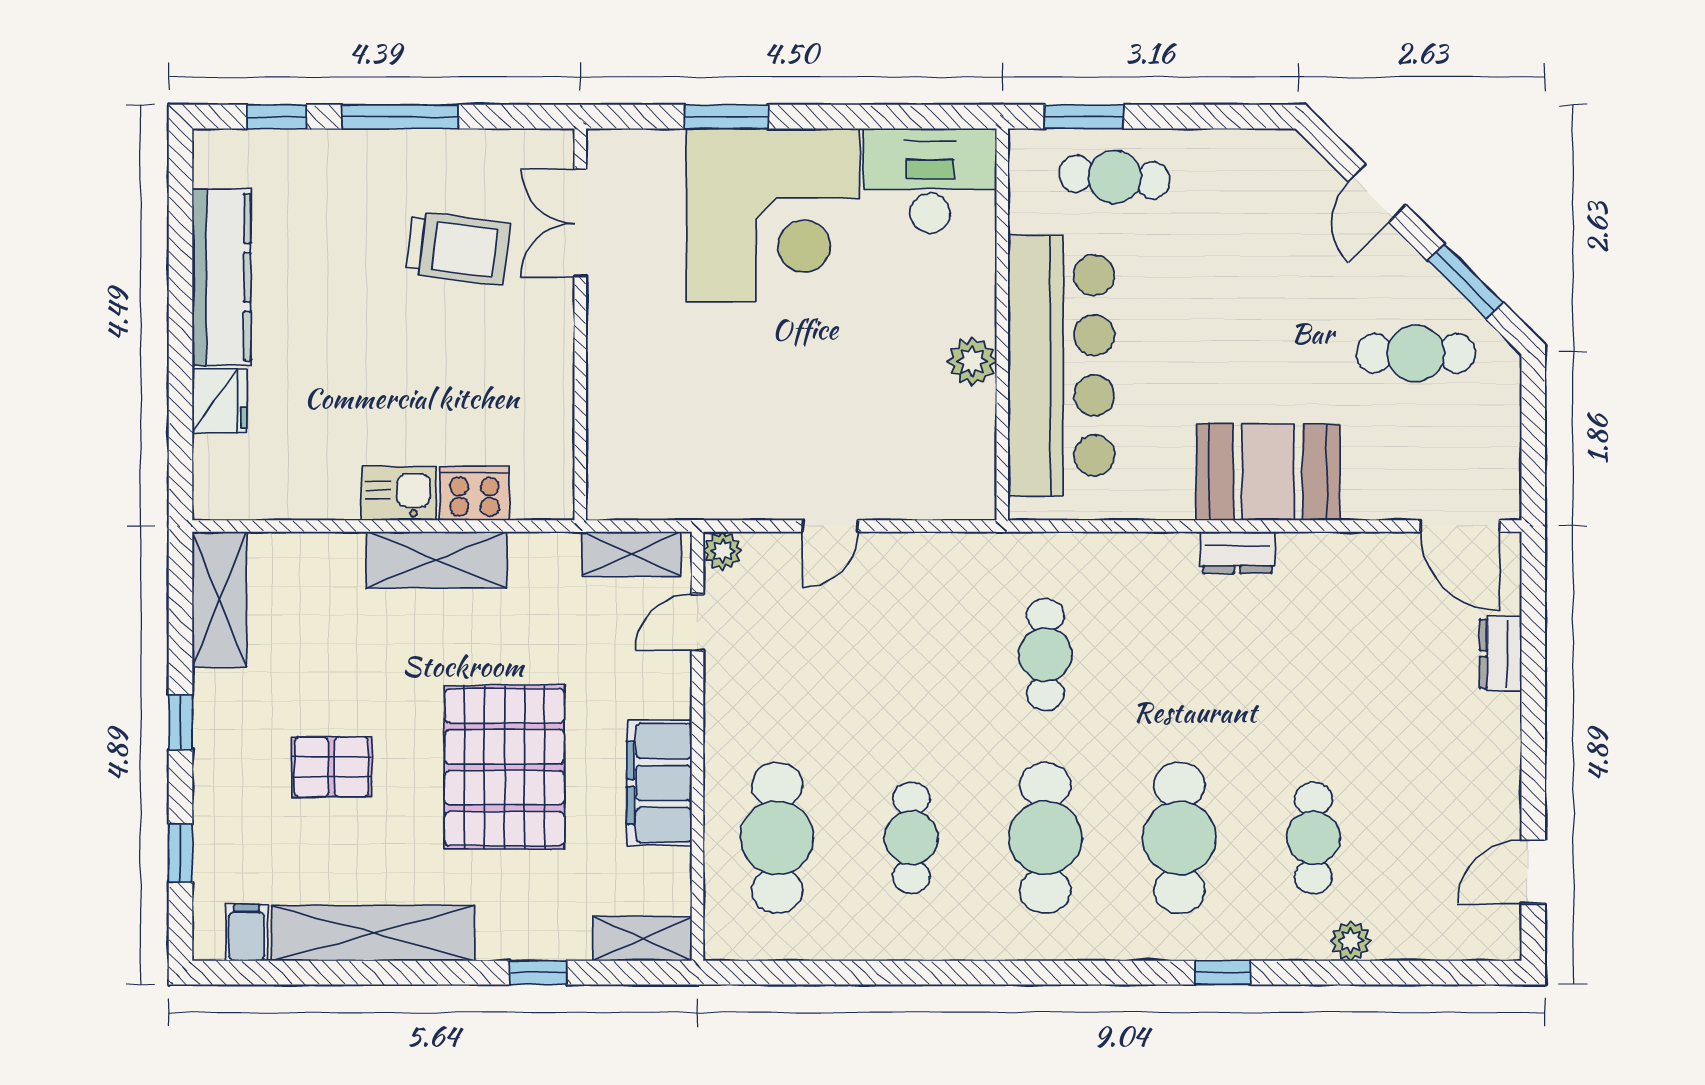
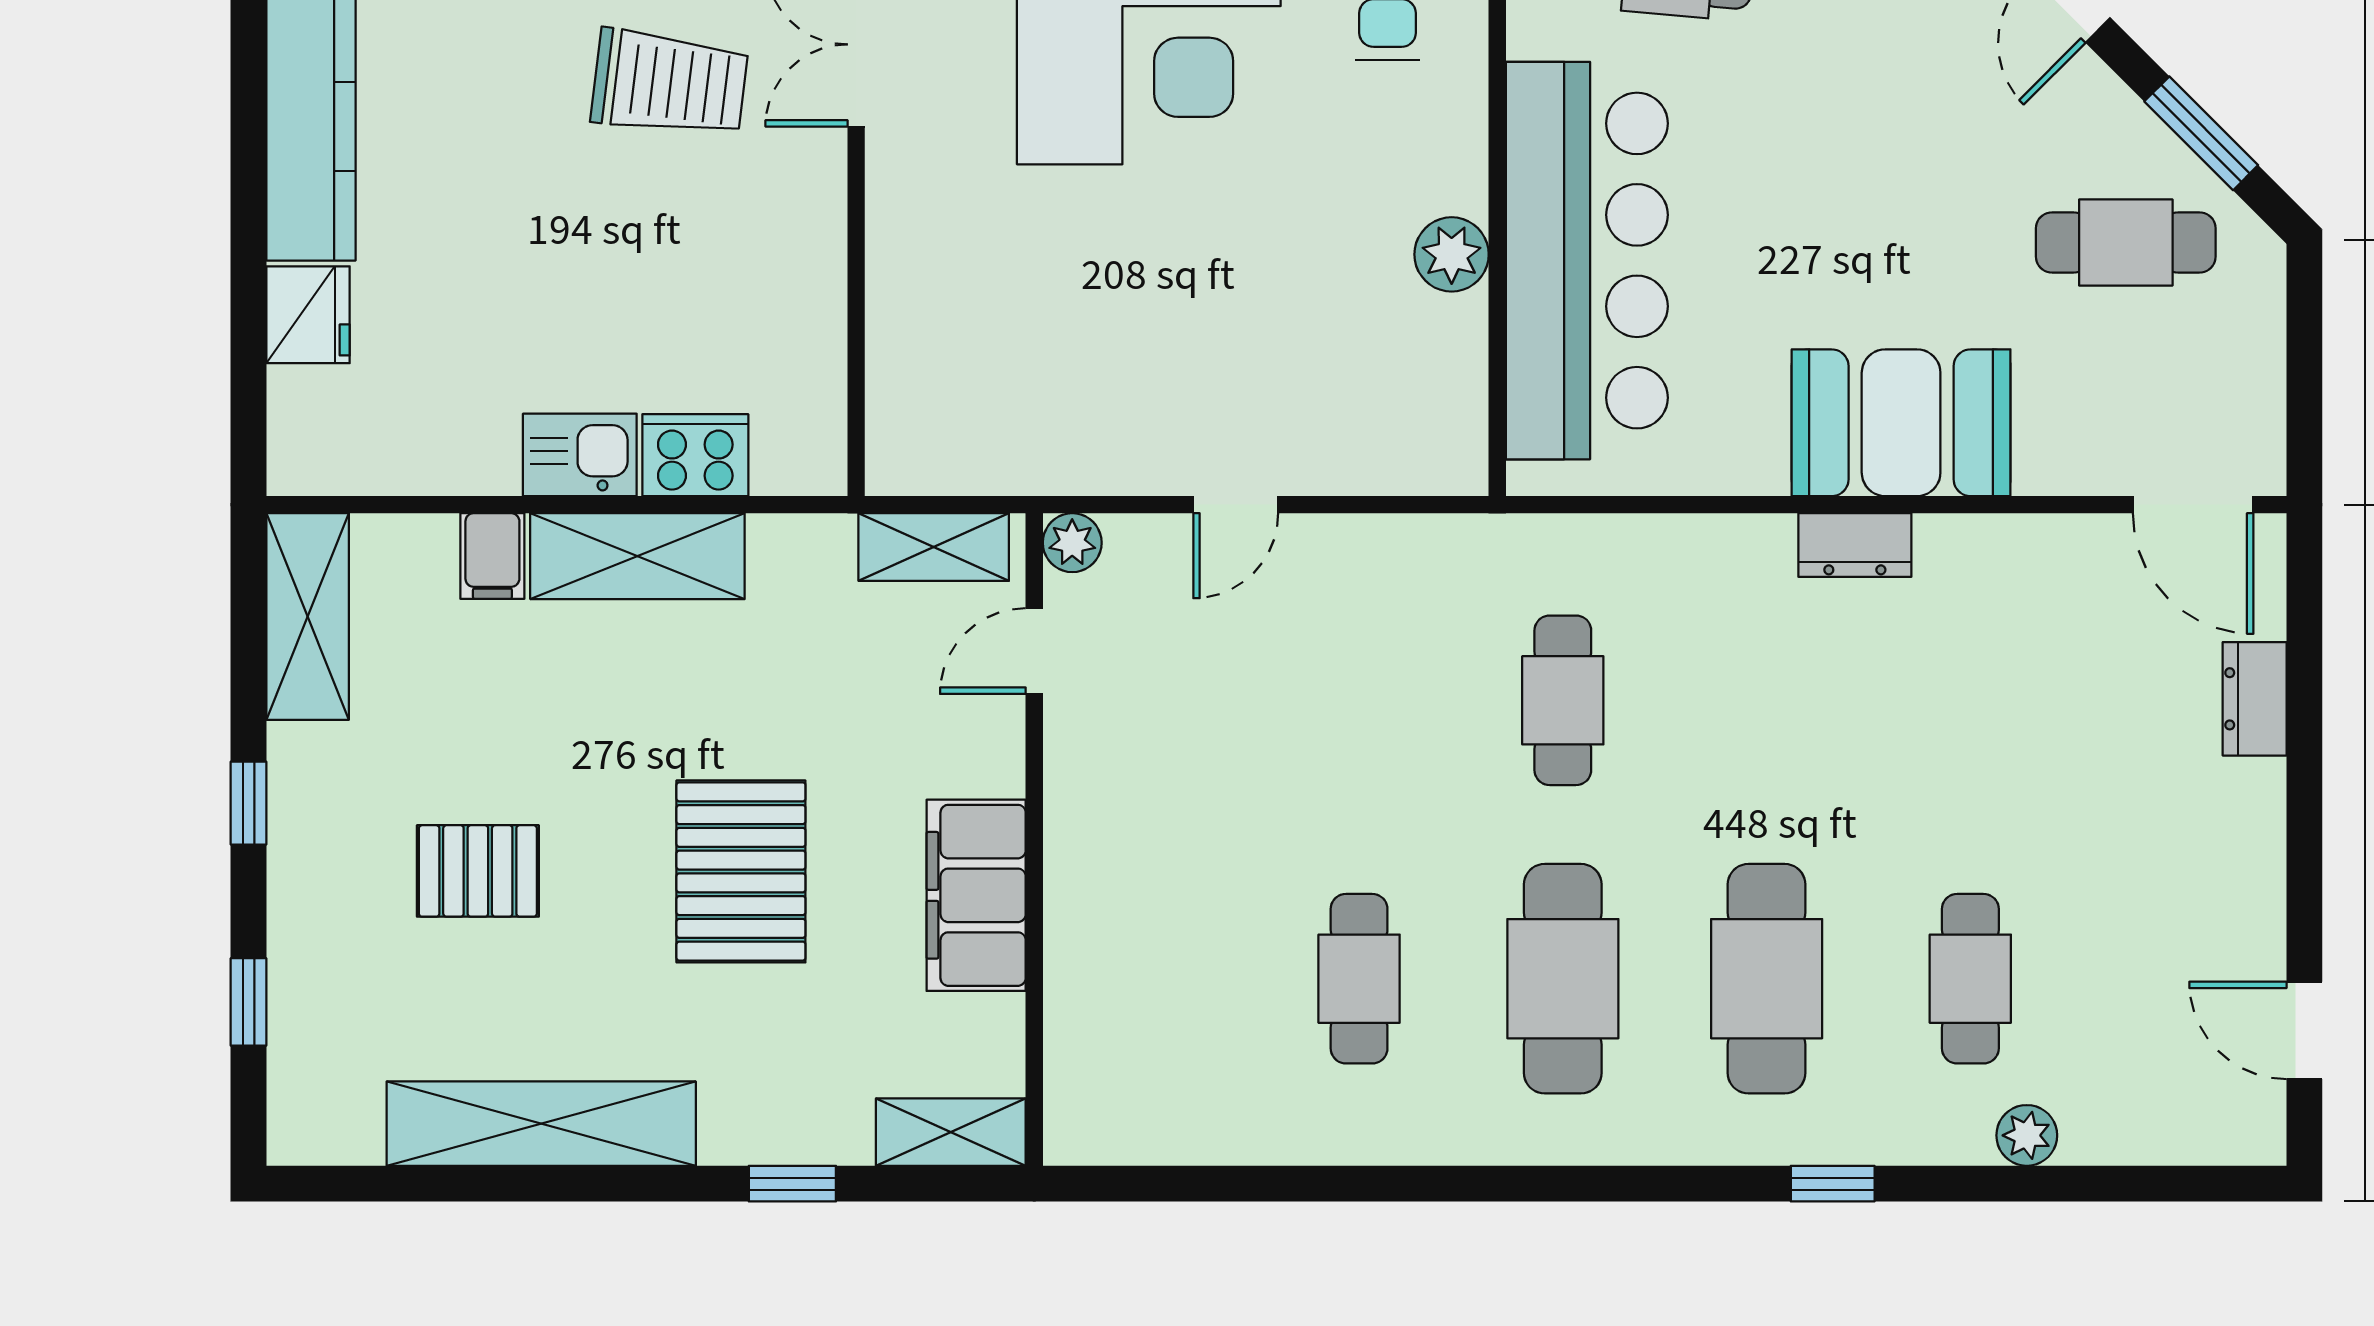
pallet: (505, 767) -> (741, 871), width x0.73, depth x0.71
cafe table: (777, 838) -> (1155, 979), removed
door: (1533, 872) -> (2304, 1030), hinge flipped
filing cabinet: (246, 933) -> (492, 556), moved, turned 180

